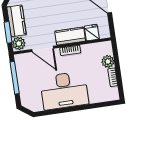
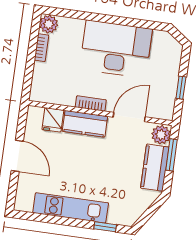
door: (43, 49) -> (129, 117), hinge flipped
plant: (108, 61) -> (49, 24), moved
window: (15, 78) -> (181, 88), width x0.46

